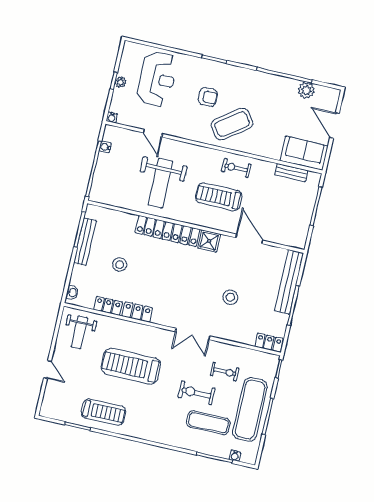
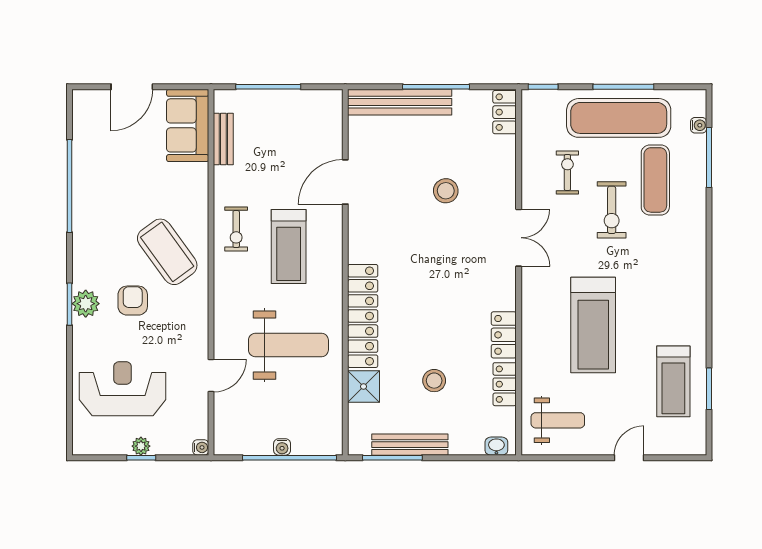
plant: (306, 90) -> (86, 304), moved
water cooler: (105, 147) -> (282, 447), moved
shower: (209, 241) -> (364, 386), moved
treadmill: (103, 412) -> (673, 381), moved, turned 180

